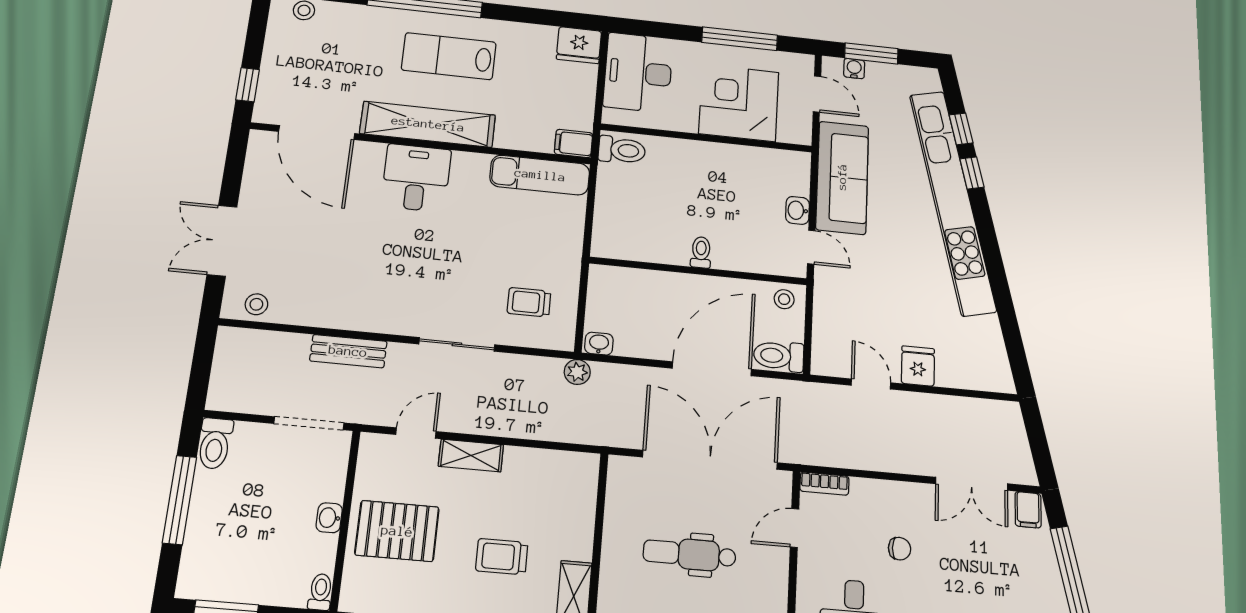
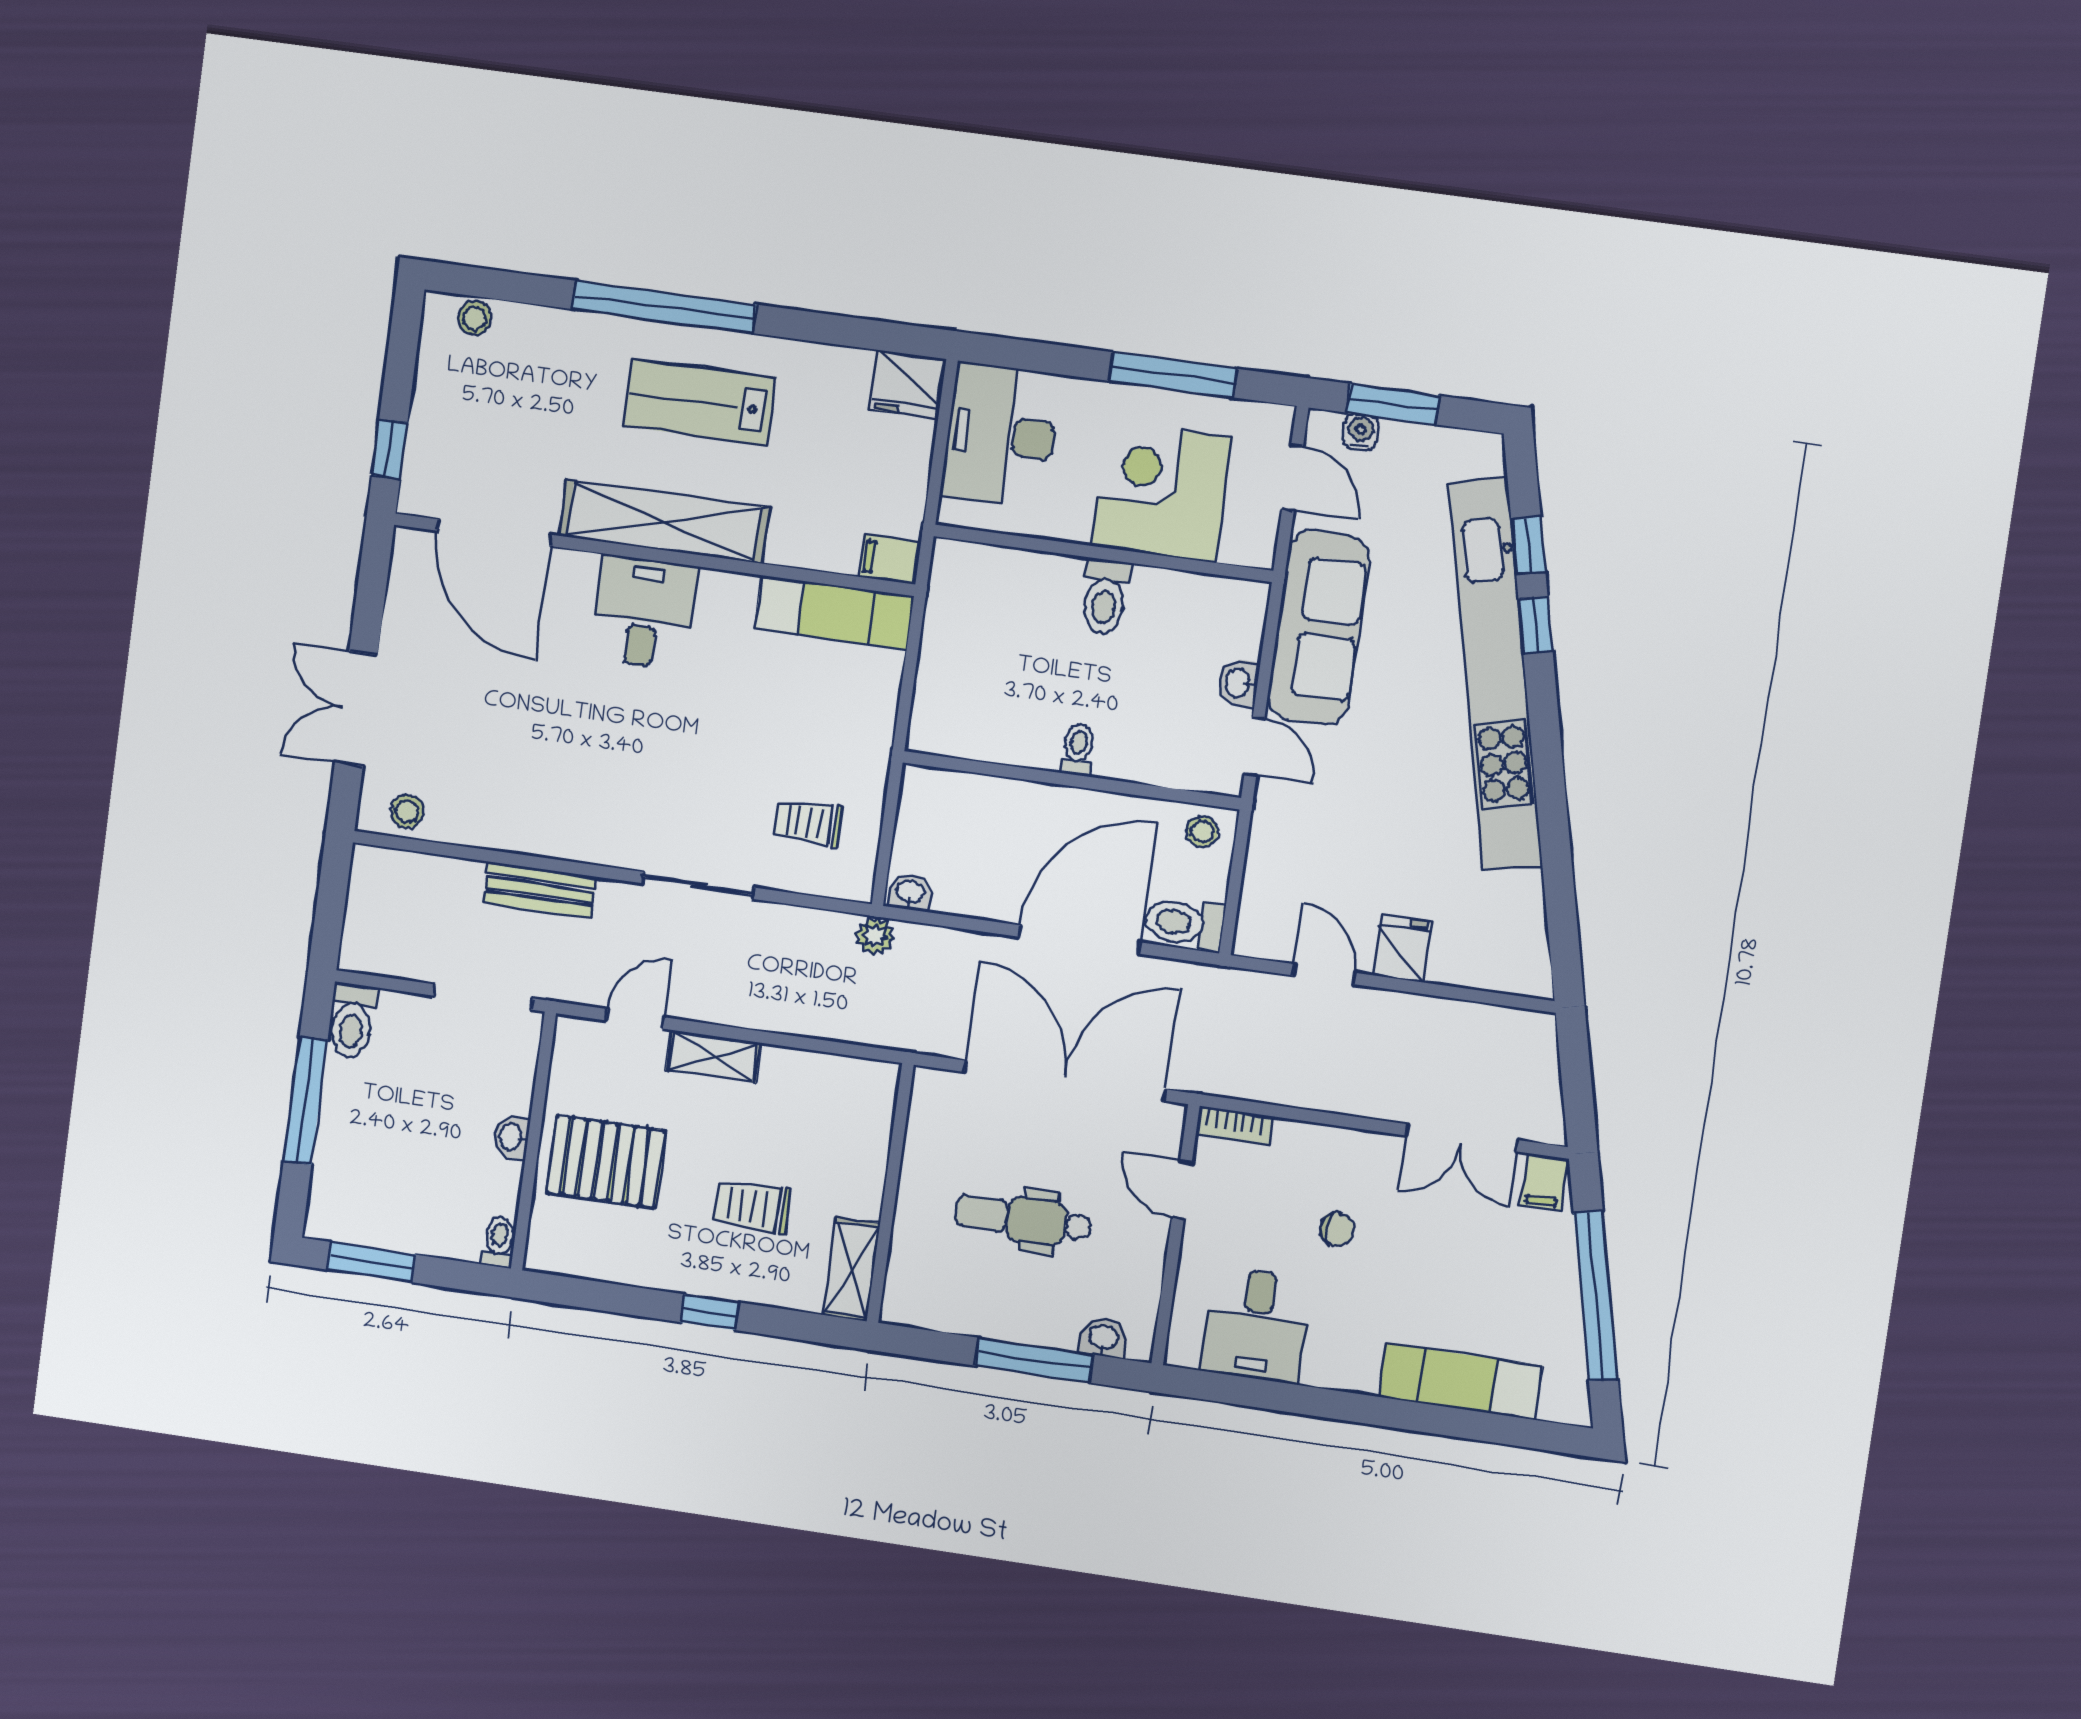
toilet: (622, 150) -> (1105, 597), moved, turned 90
door: (795, 528) -> (1182, 1190), hinge flipped

